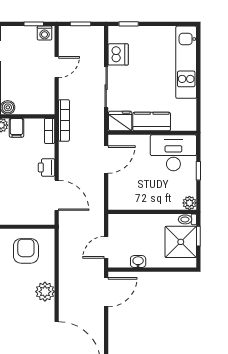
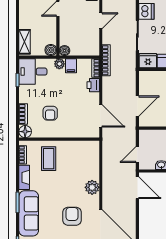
door: (106, 159) -> (137, 106), moved
printer: (46, 167) -> (93, 85), moved
armchair: (26, 251) -> (72, 216), moved
door: (106, 292) -> (137, 188), hinge flipped

